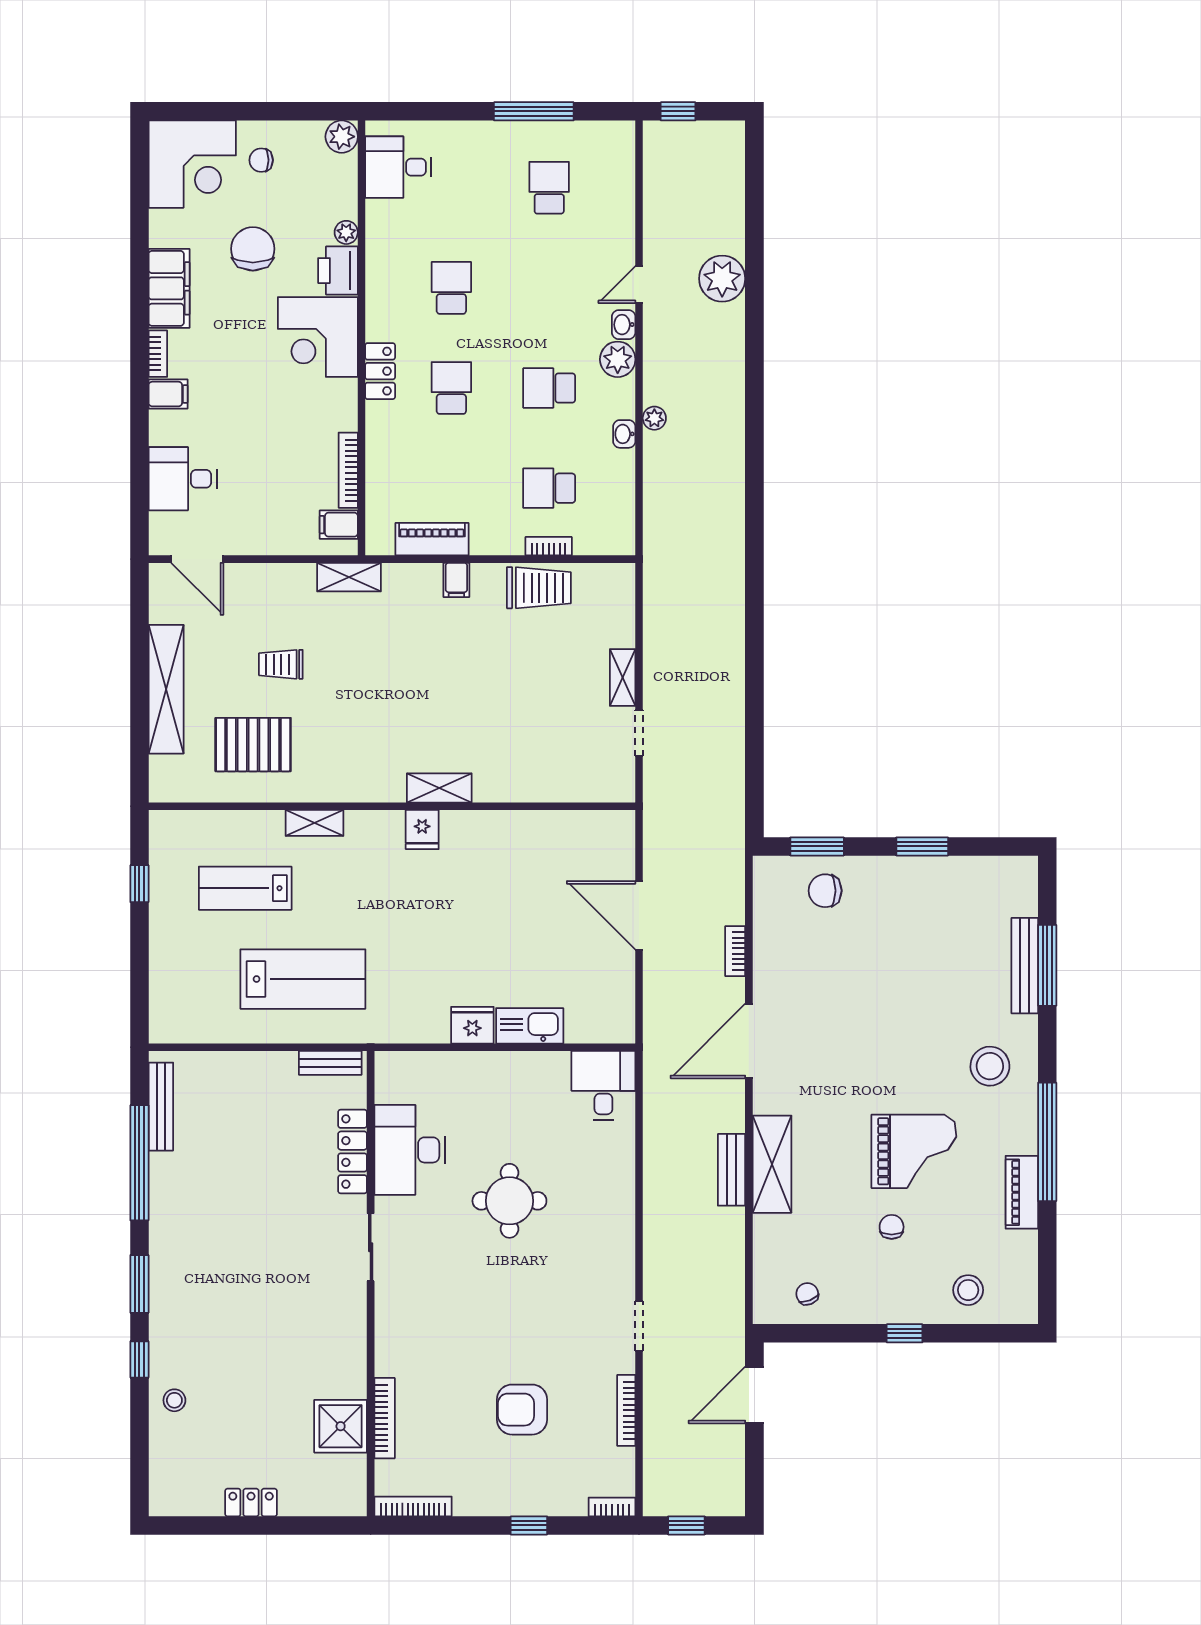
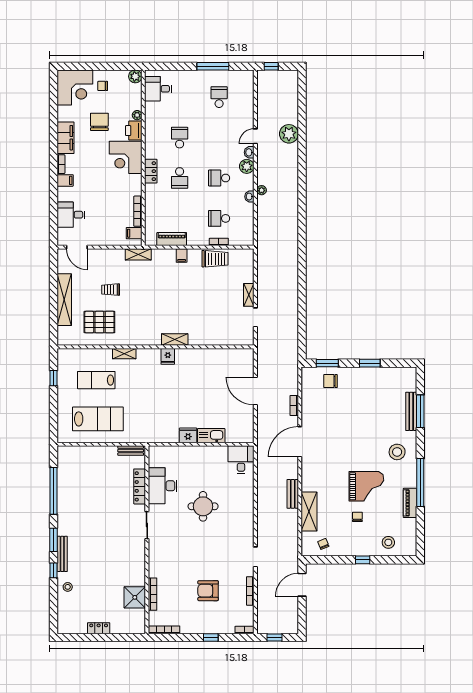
school desk: (451, 388) -> (180, 178), turned 180
lab bench: (303, 979) -> (98, 419), moved
bench: (161, 1107) -> (62, 554), moved
shelving: (772, 1164) -> (309, 512), moved

